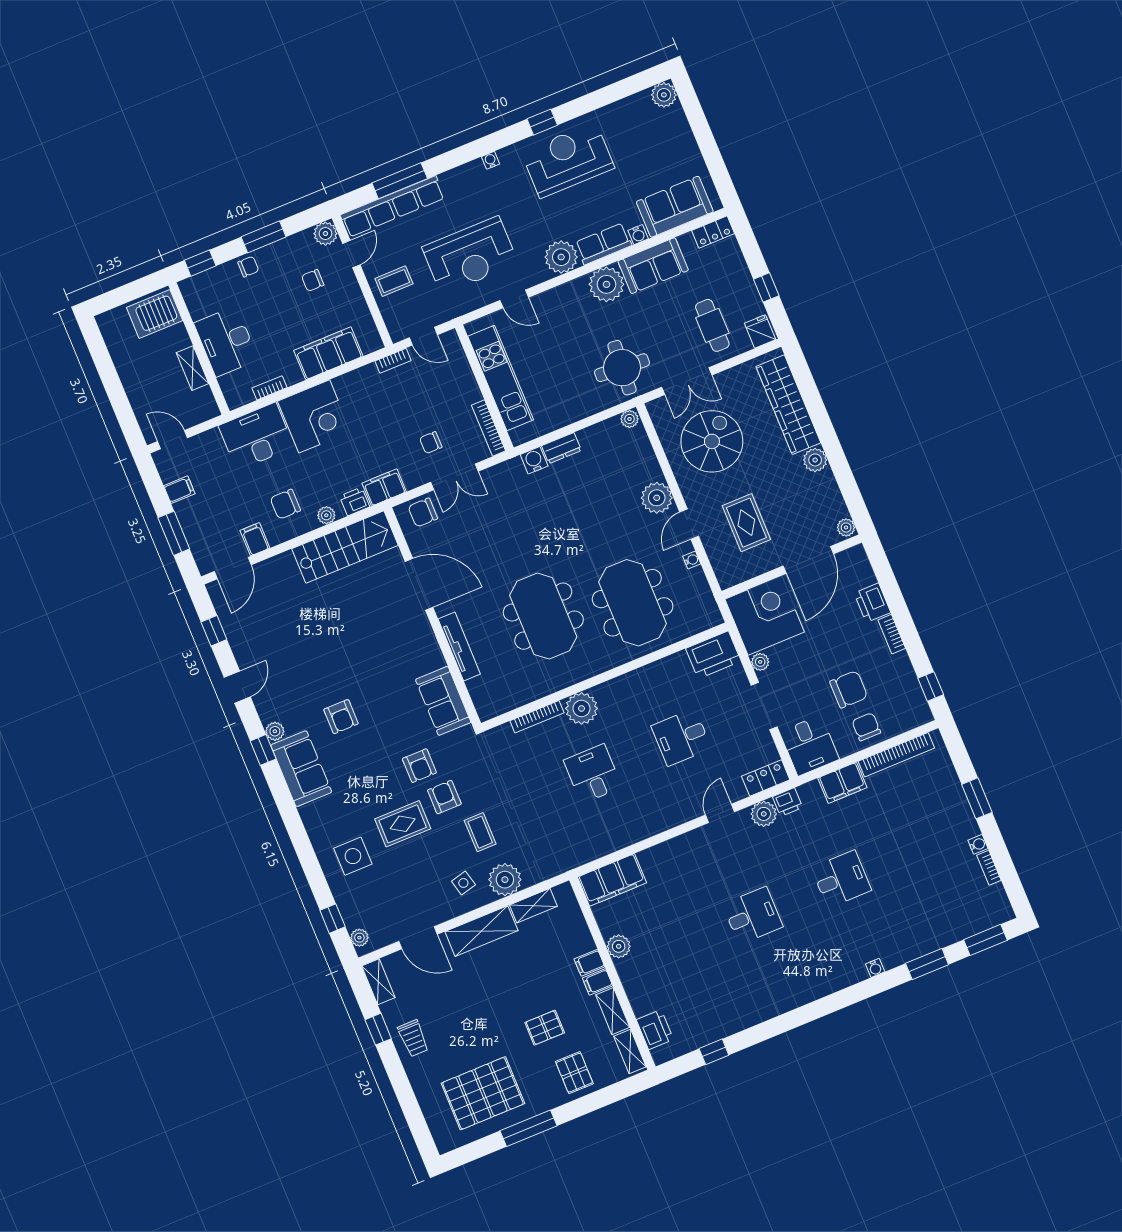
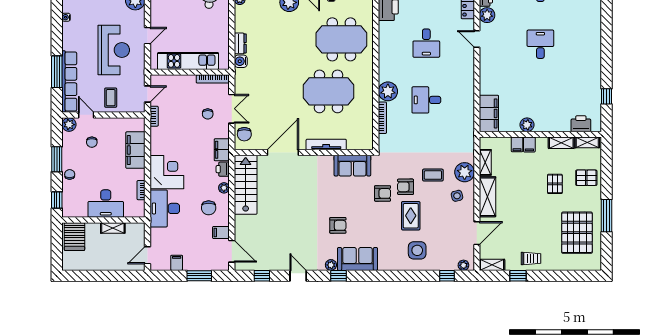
filing cabinet: (598, 982) -> (517, 144), moved

